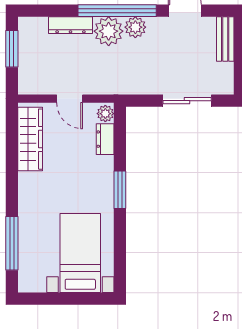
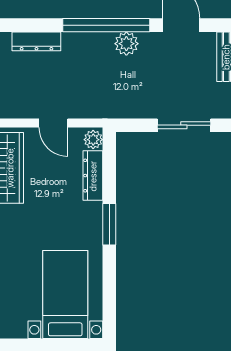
dresser: (70, 25) -> (36, 41), moved
plant: (109, 31) -> (97, 48), removed
dresser: (105, 139) -> (93, 176), width x1.44

